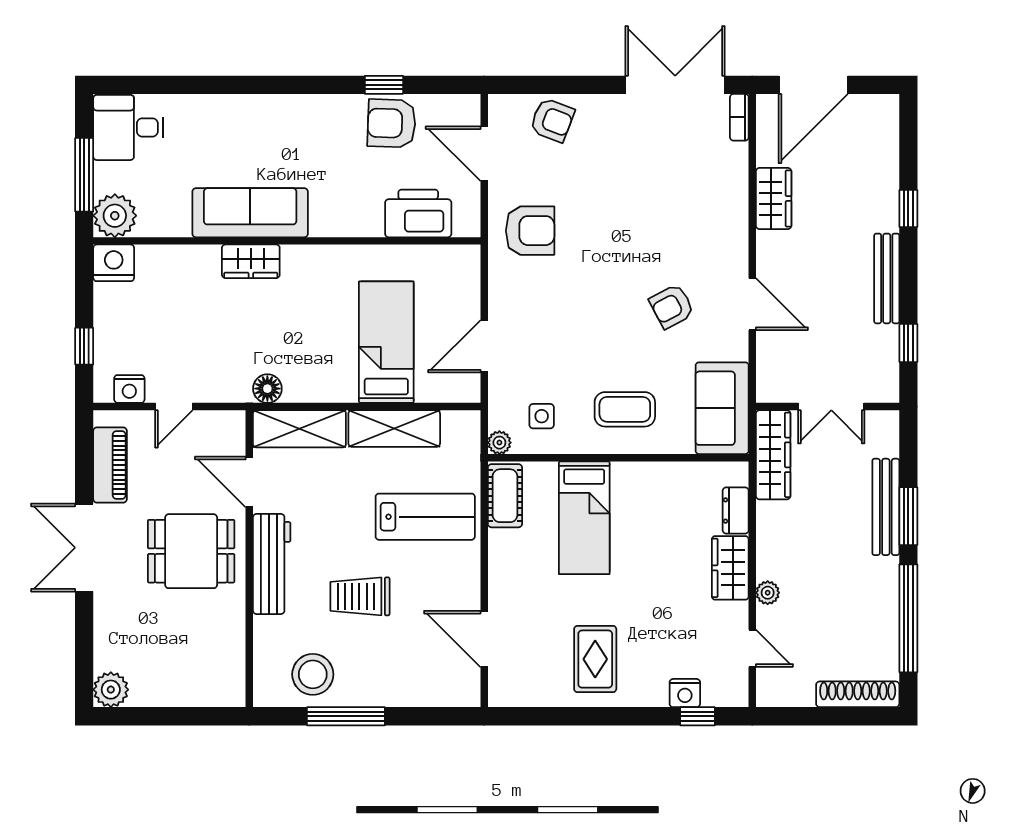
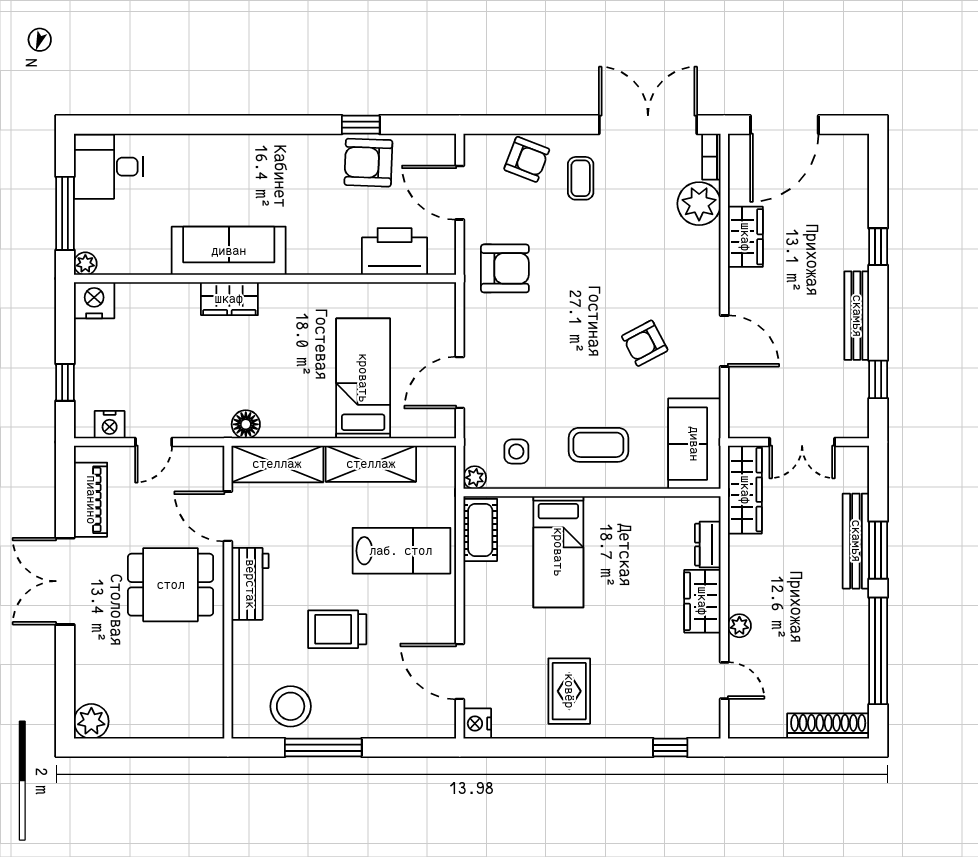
coffee table: (607, 139) -> (581, 178), added
plant: (727, 165) -> (699, 204), added
plant: (115, 216) -> (85, 264), width x0.53, depth x0.53
workbench: (272, 564) -> (250, 584), width x0.73
nightstand: (685, 693) -> (477, 724), moved, turned 90

